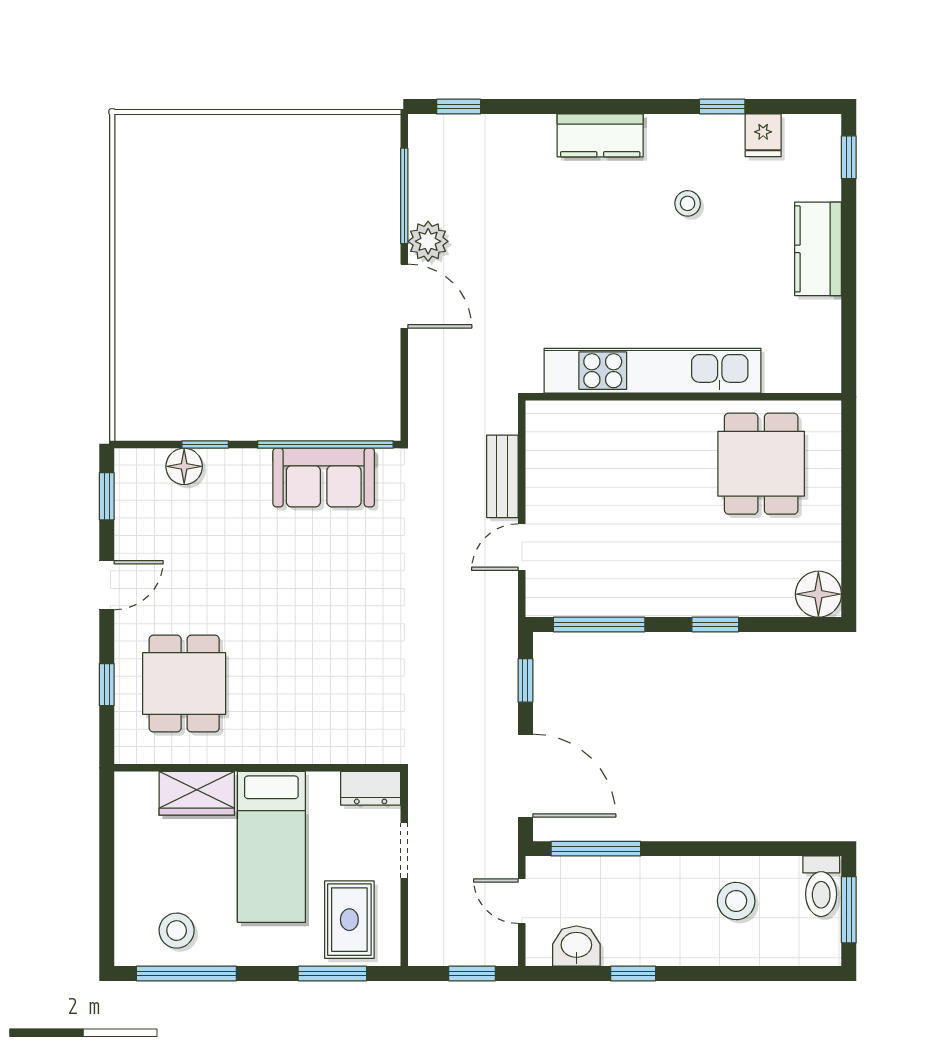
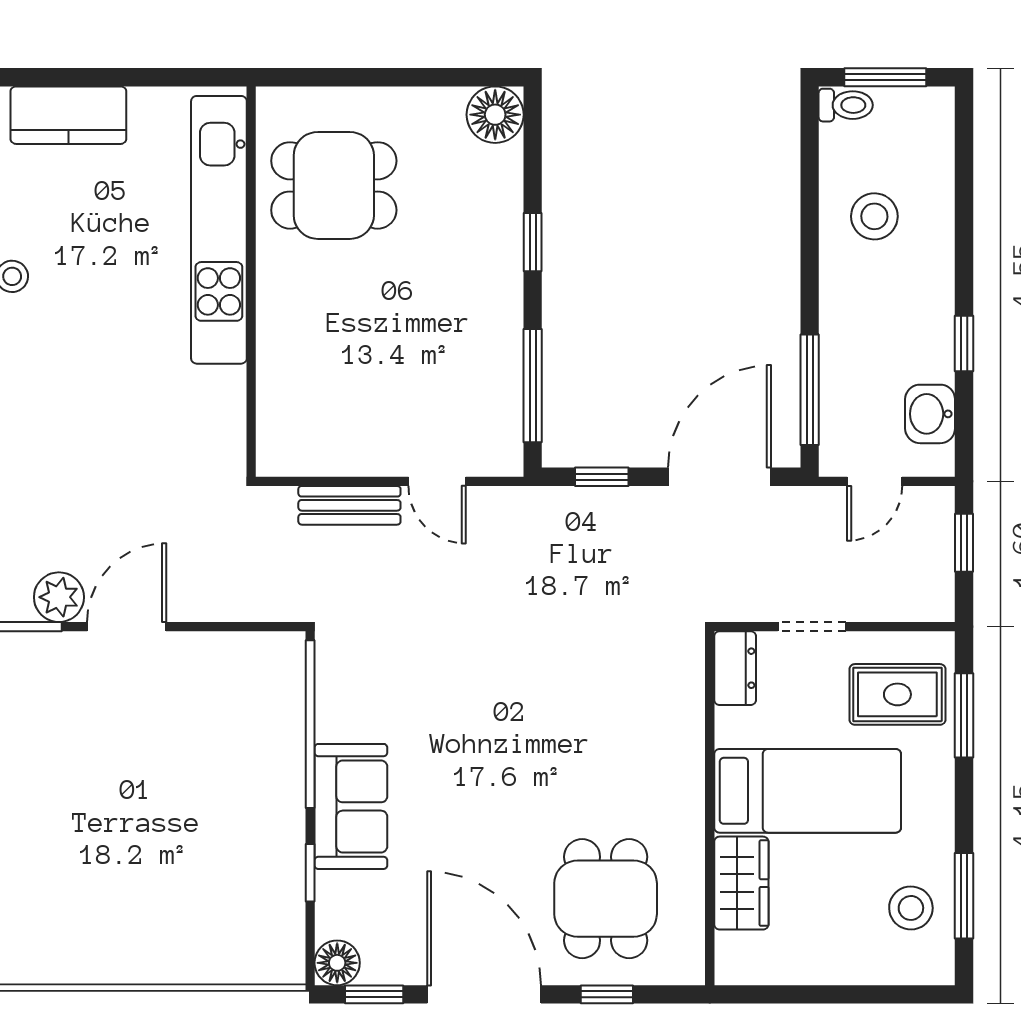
kitchen unit: (653, 371) -> (219, 230), moved
floor lamp: (184, 466) -> (337, 963), moved
sofa: (324, 477) -> (351, 806), moved
door: (107, 585) -> (484, 994), width x1.88
dining table: (184, 684) -> (606, 899), turned 90
toilet: (821, 886) -> (846, 105), width x0.73, depth x0.72
window: (186, 974) -> (964, 896), width x0.69

